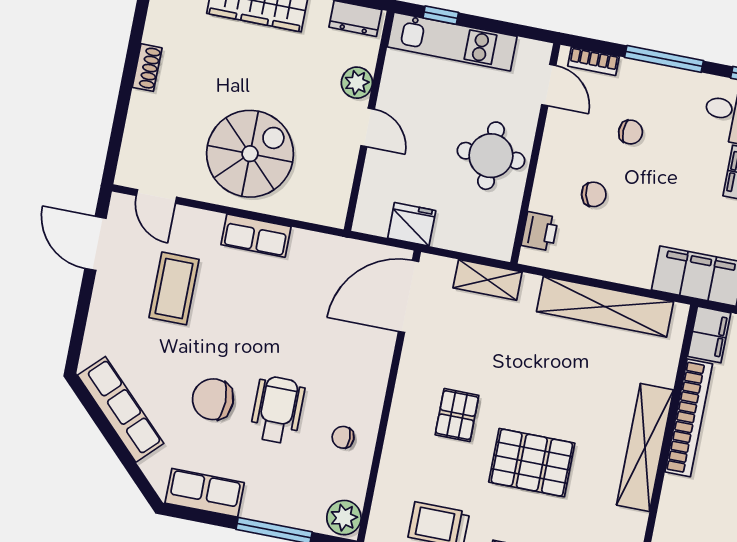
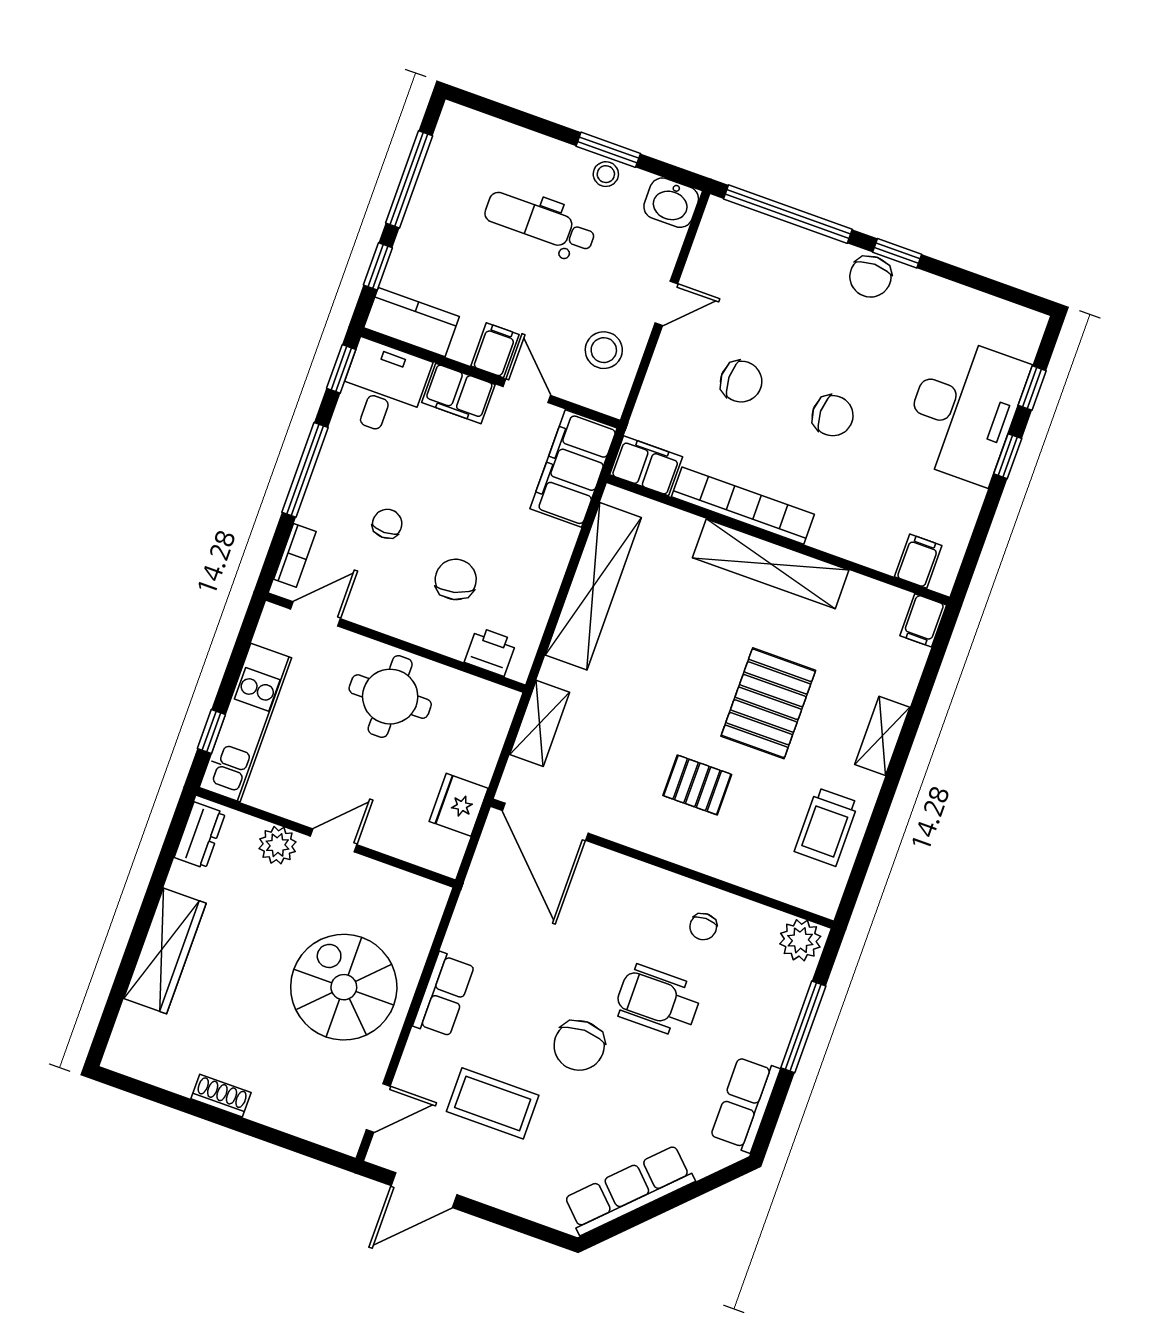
chair: (594, 194) -> (456, 579), width x1.37, depth x1.37
chair: (213, 399) -> (579, 1045), moved

